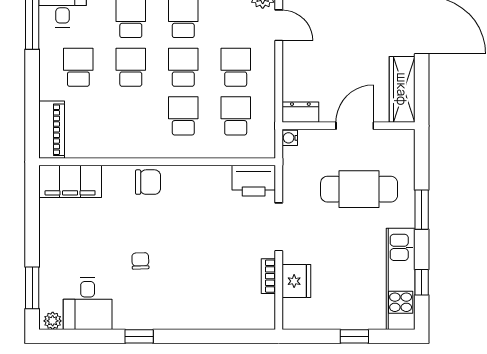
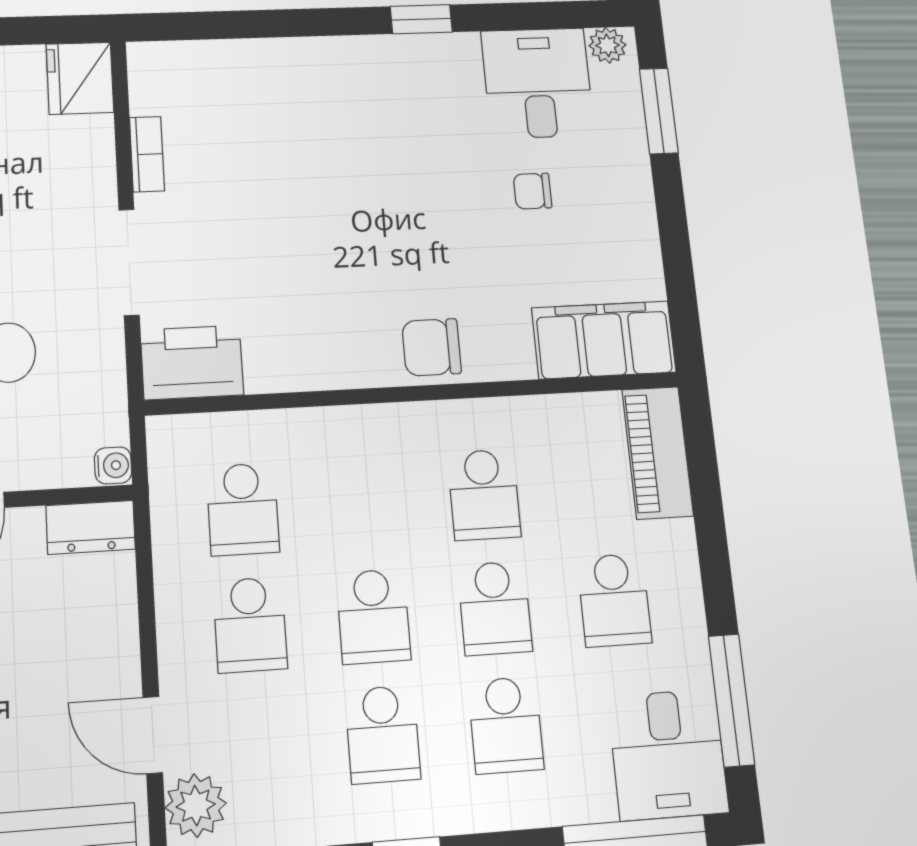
school desk: (183, 116) -> (484, 495), moved
chair: (140, 261) -> (533, 191), moved, turned 92
fridge: (296, 281) -> (80, 78), moved

